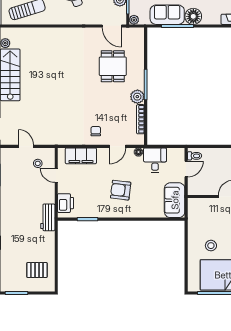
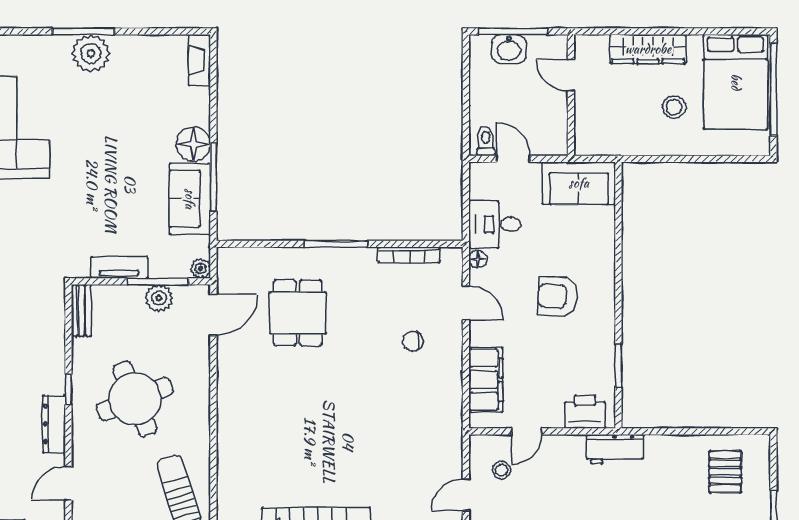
dining table: (113, 66) -> (298, 313), turned 90
plant: (137, 97) -> (362, 261), removed
chair: (96, 131) -> (413, 341), moved
armchair: (121, 190) -> (558, 296), turned 86

